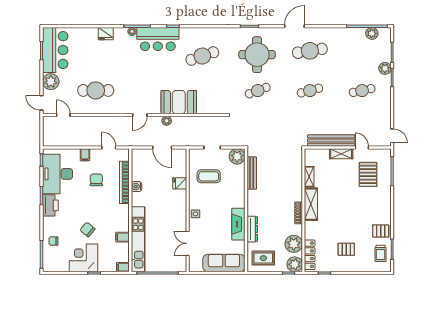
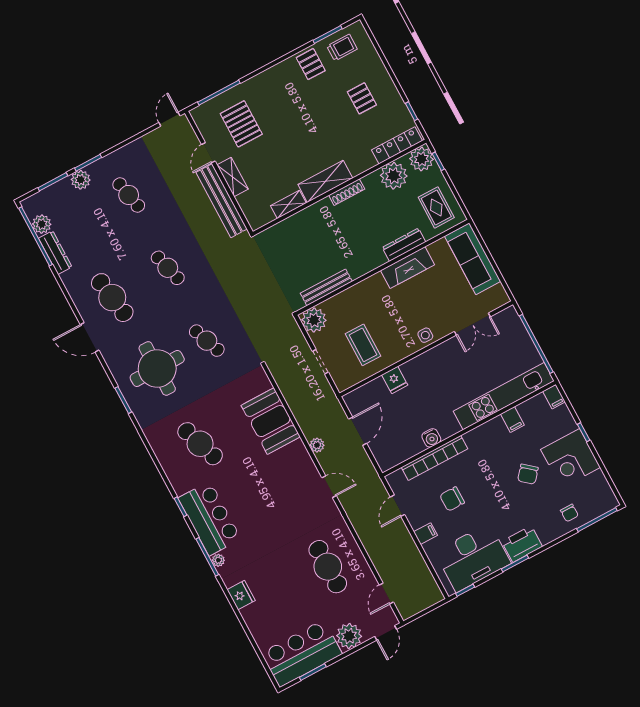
dresser: (352, 32) -> (55, 253), added
booth: (179, 102) -> (271, 421), moved
pallet: (368, 174) -> (241, 124), turned 90

